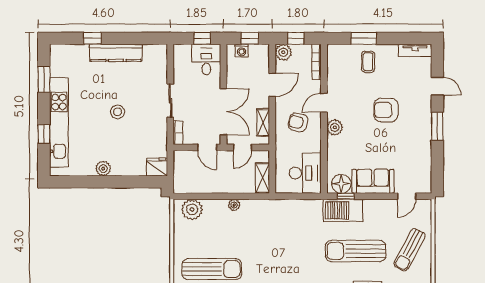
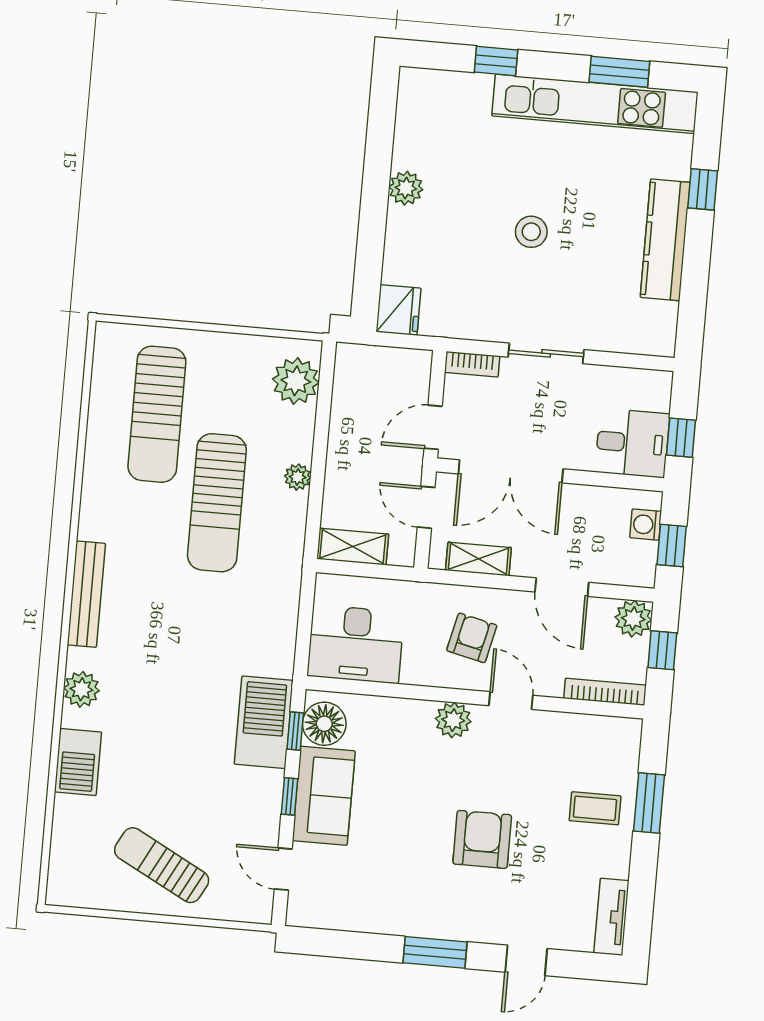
kitchen unit: (59, 123) -> (595, 104), moved
window: (374, 196) -> (290, 796), added
sun lounger: (356, 251) -> (217, 503), moved, turned 180

